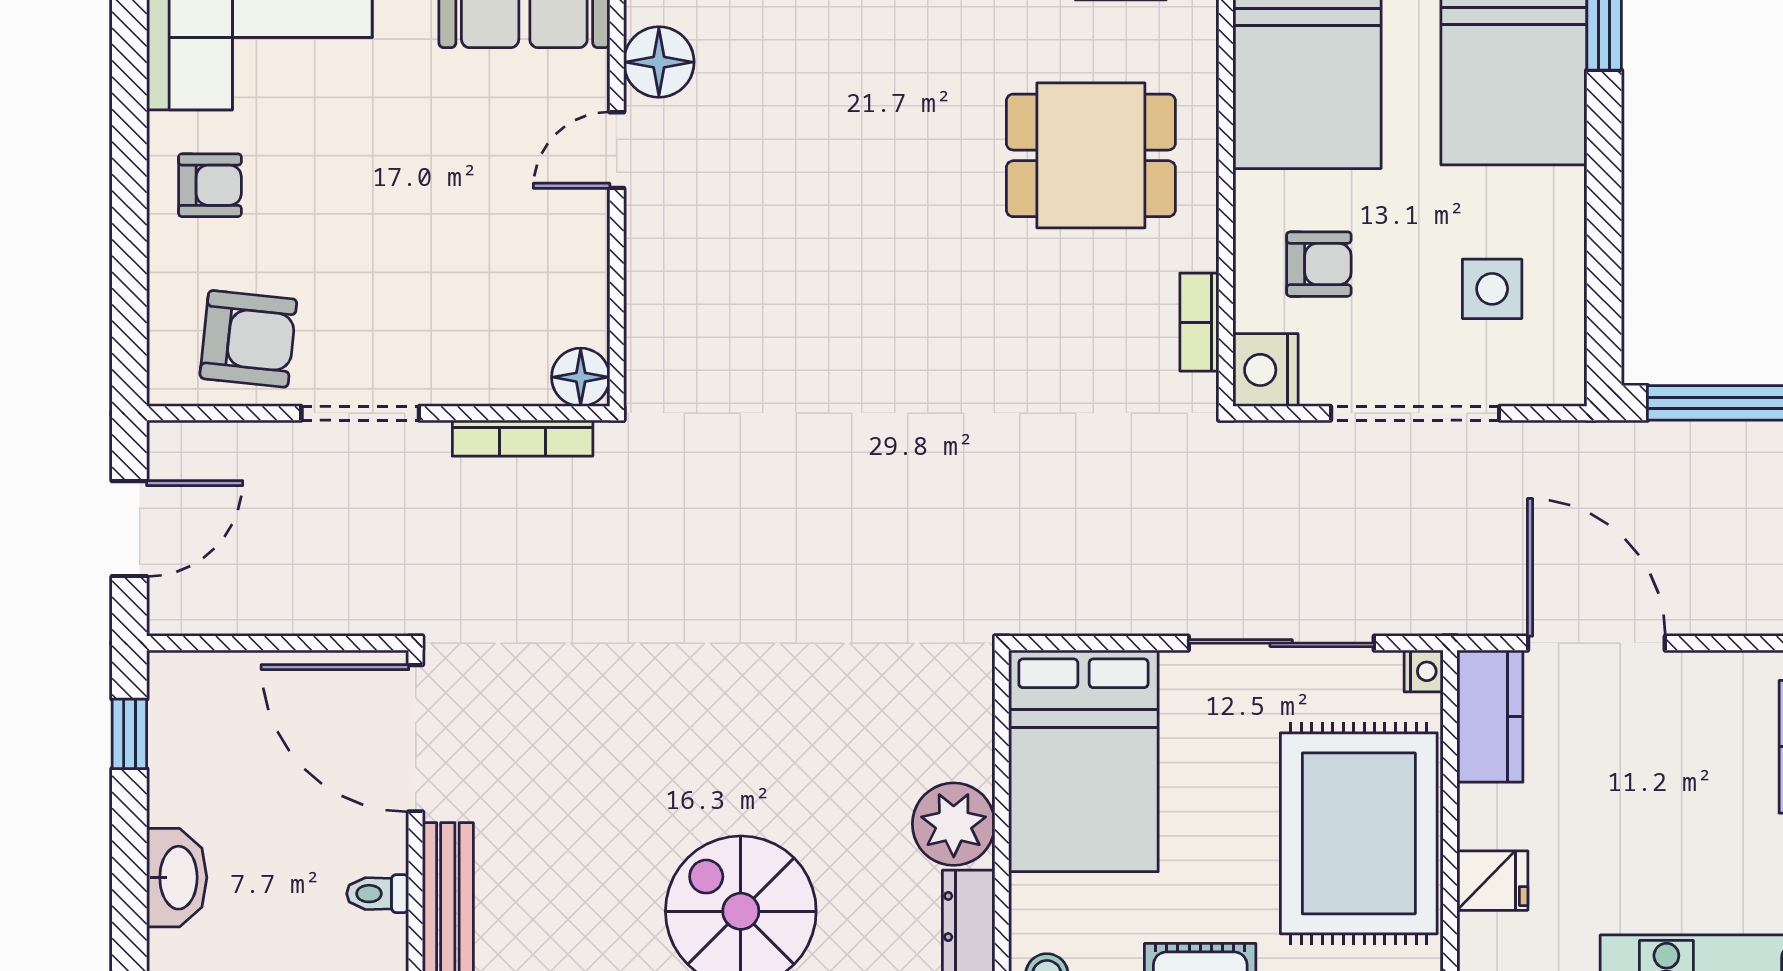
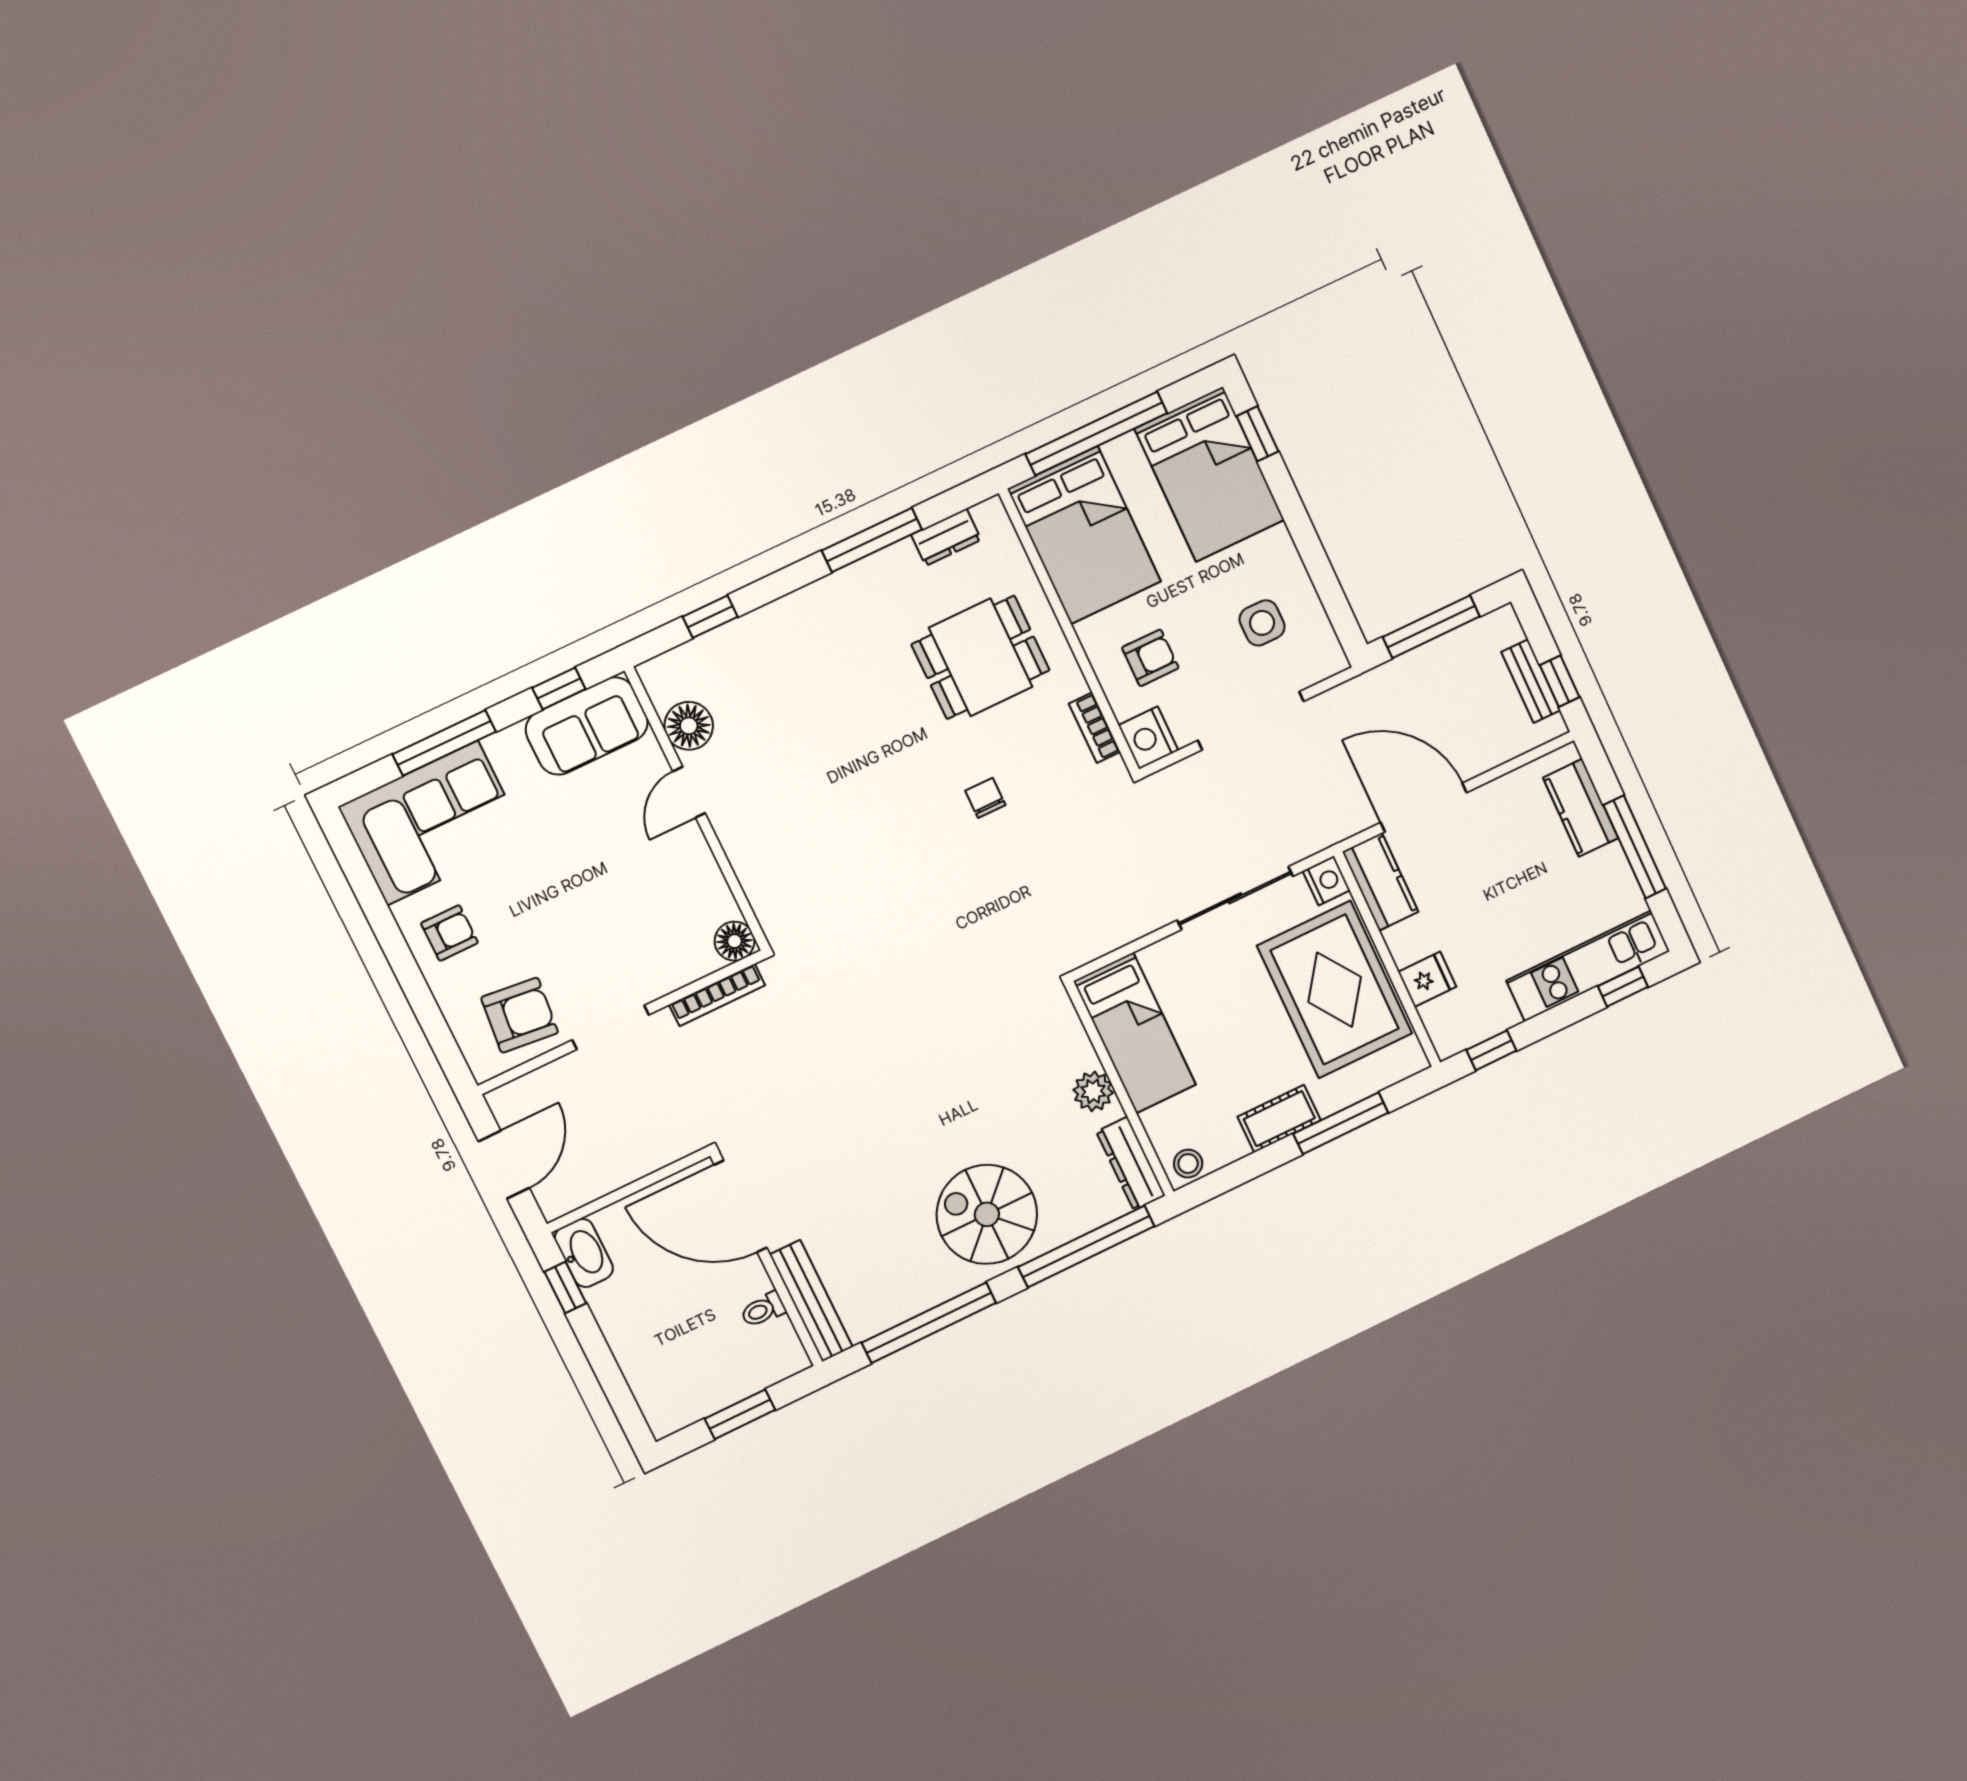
chair: (1008, 346) -> (985, 798), added
nightstand: (1424, 671) -> (1326, 881), width x1.39, depth x1.35
bed: (1083, 761) -> (1135, 1033), width x0.67
plant: (954, 824) -> (1093, 1091), width x0.73, depth x0.73
washbasin: (177, 878) -> (584, 1253), moved

